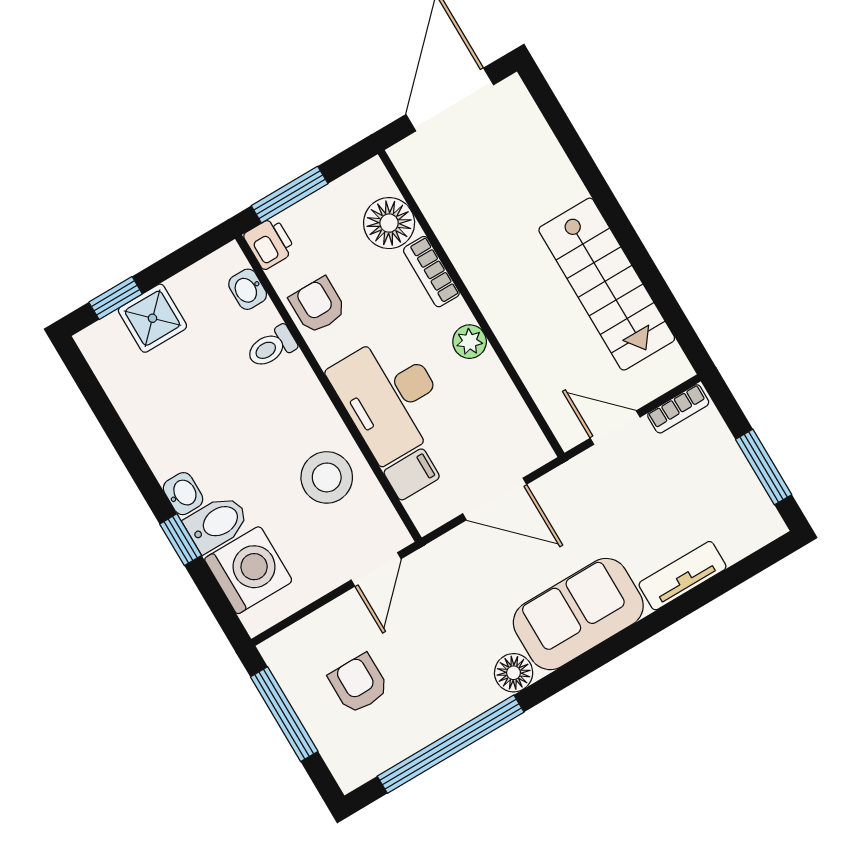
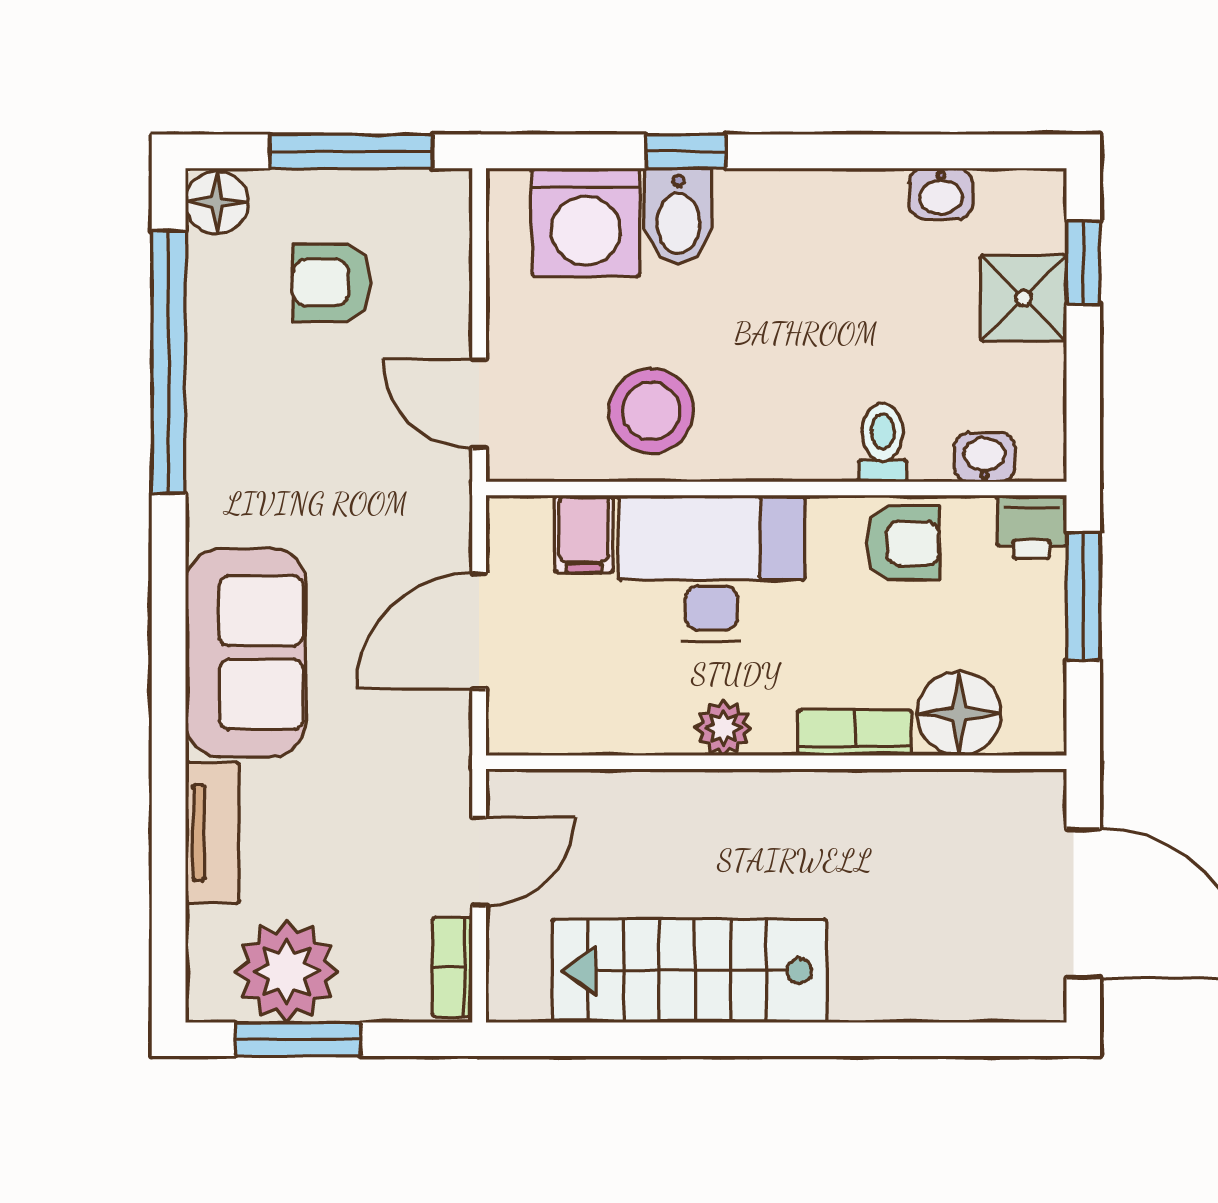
washbasin: (183, 494) -> (941, 194), moved
plant: (732, 494) -> (286, 971), added
floor lamp: (514, 673) -> (217, 202), moved
armchair: (359, 684) -> (332, 283), turned 180

